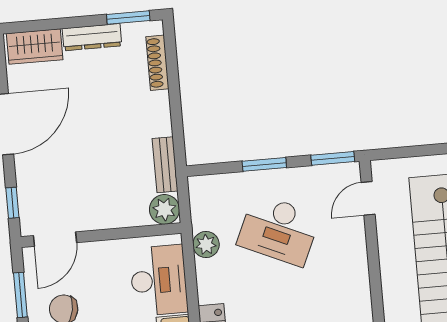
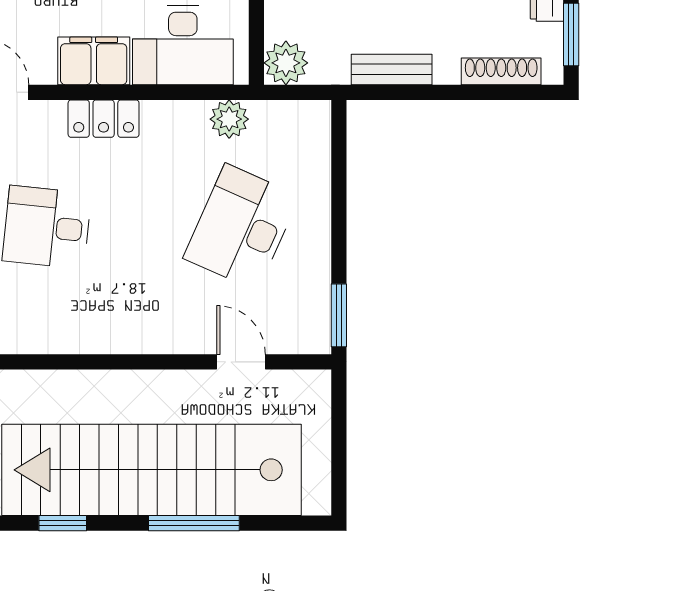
window: (264, 164) -> (339, 215), removed
bench: (165, 165) -> (392, 69), moved
door: (368, 198) -> (241, 362), moved

